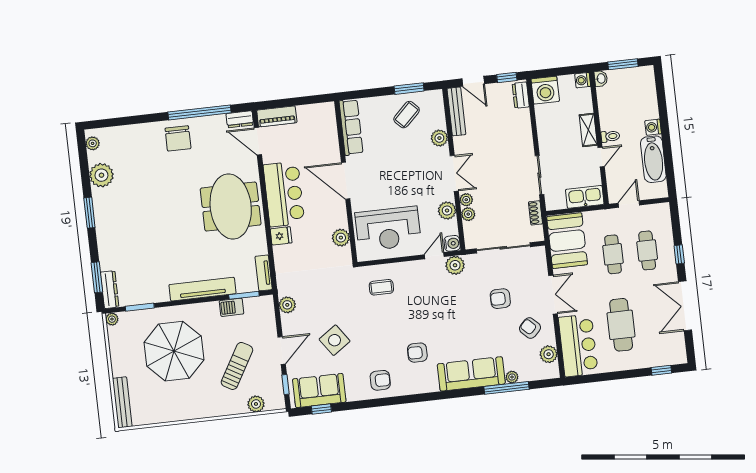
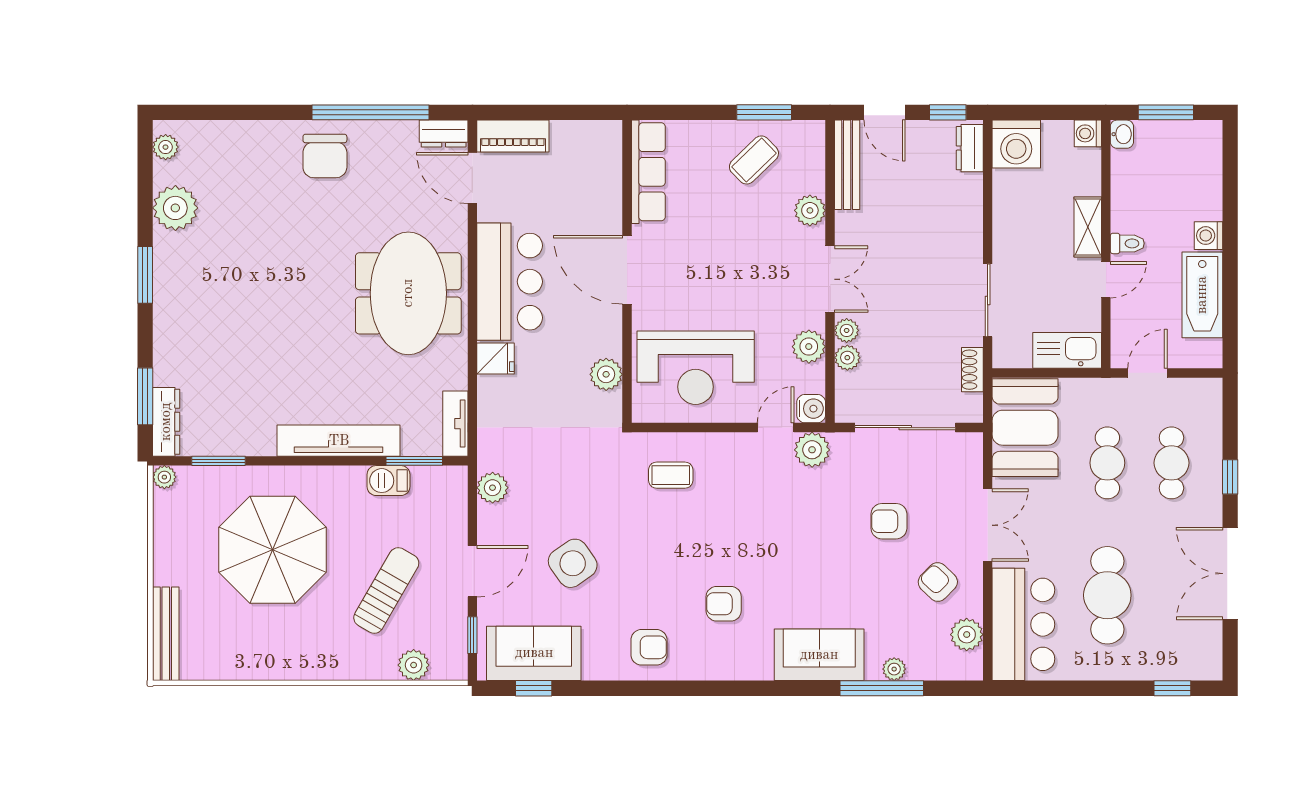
sofa: (471, 374) -> (819, 655), width x0.73

